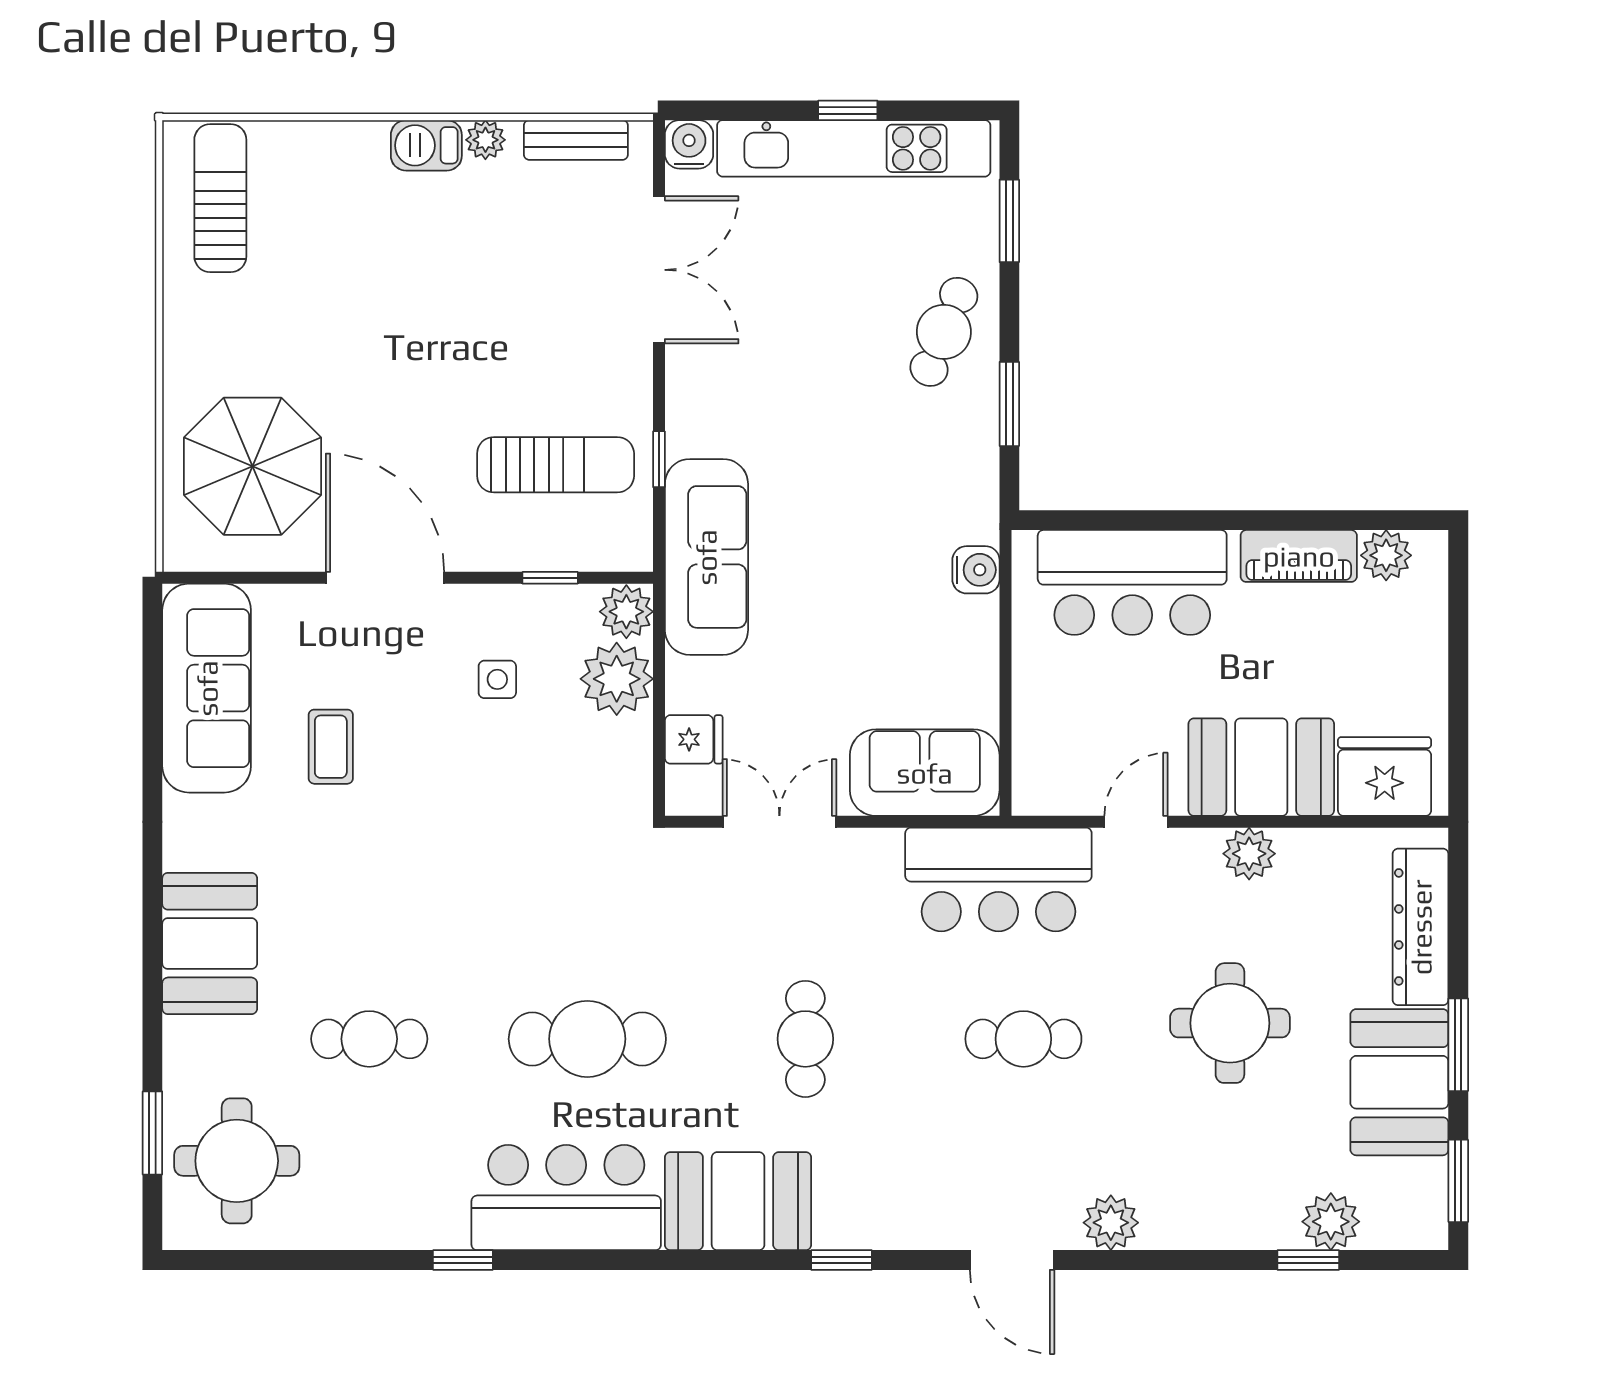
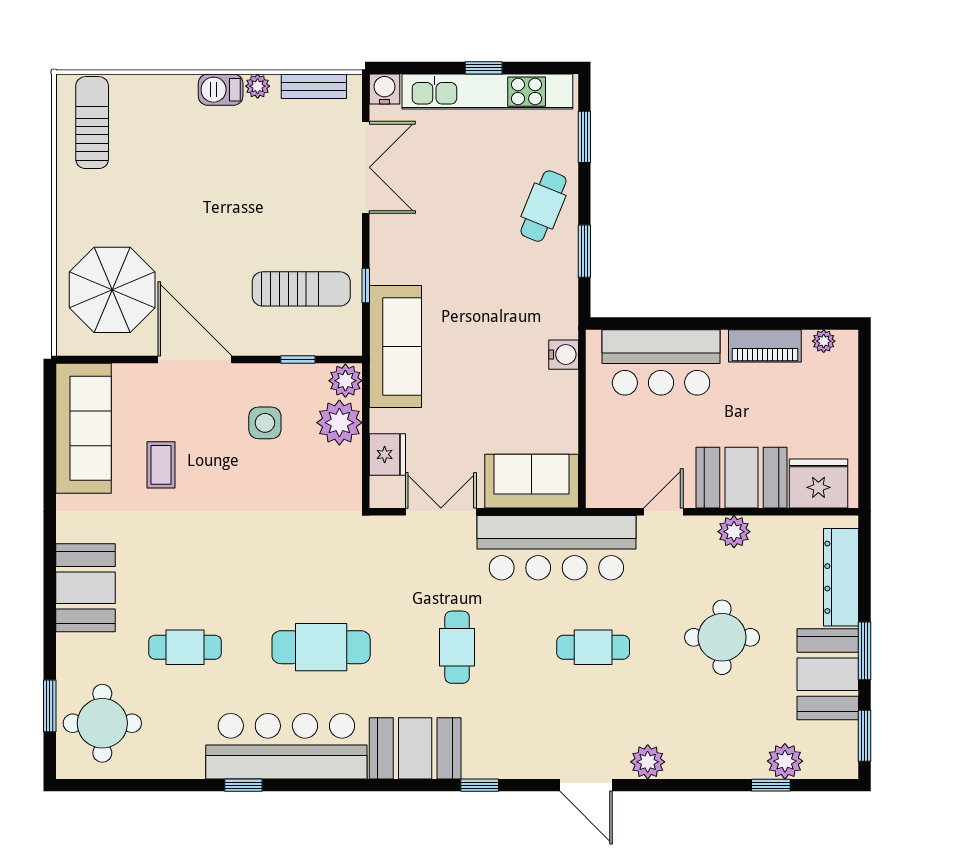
plant: (1386, 555) -> (824, 341), width x0.73, depth x0.73
side table: (497, 679) -> (265, 423), width x1.37, depth x1.37
fridge: (694, 739) -> (387, 454), width x1.38
bar counter: (998, 879) -> (556, 548), width x1.36
bar counter: (566, 1198) -> (286, 746), width x1.36

